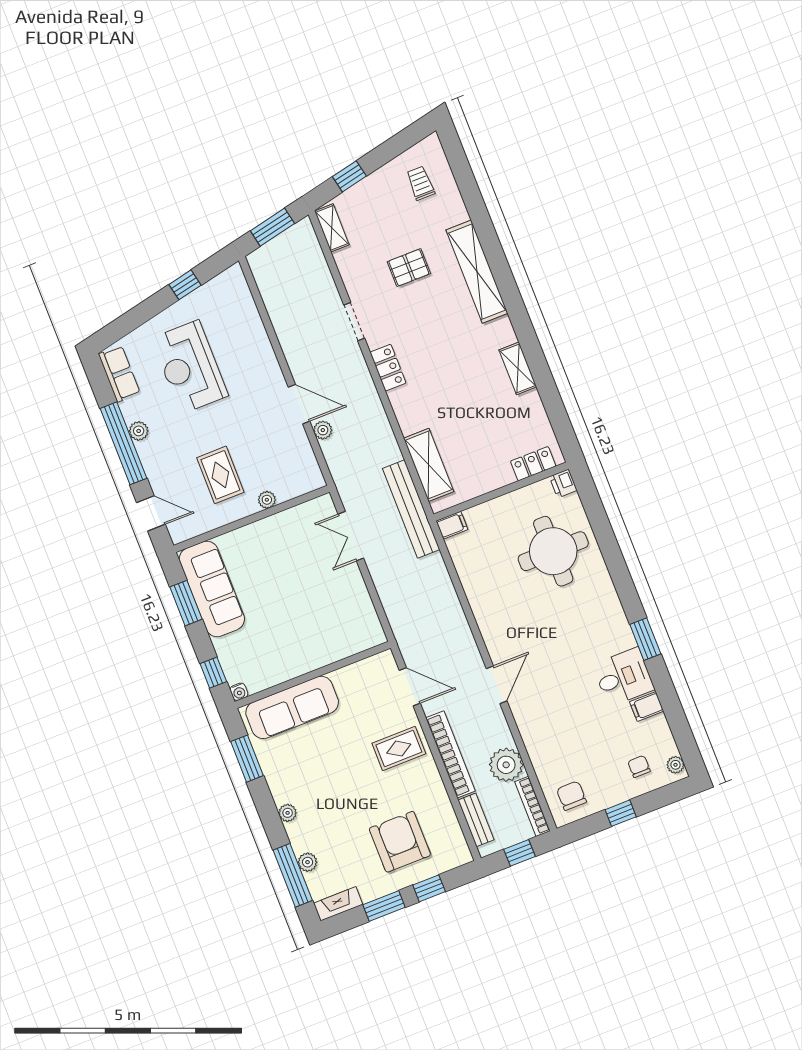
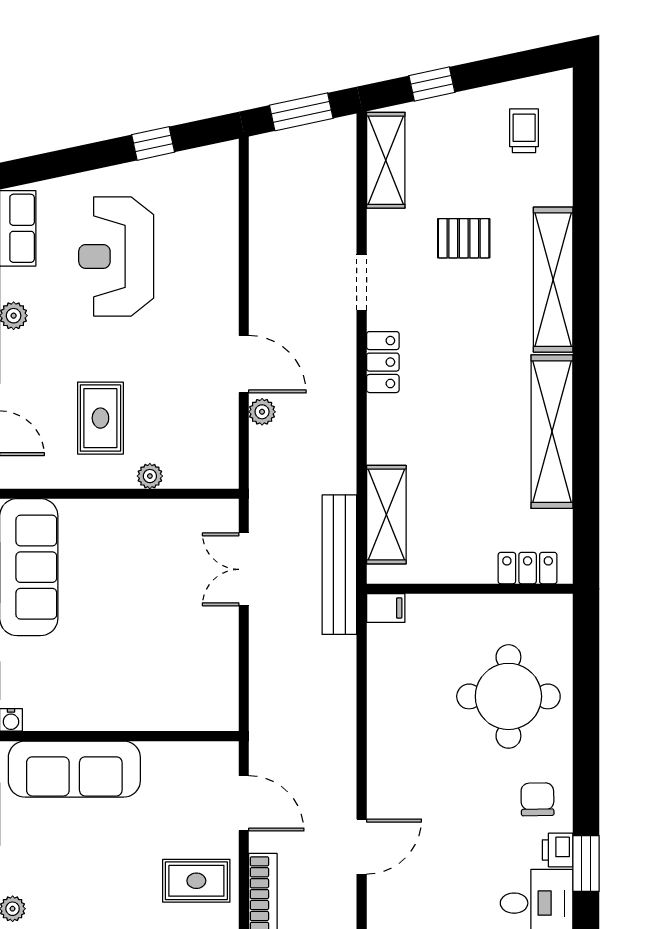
shelving: (332, 228) -> (386, 160), width x1.50, depth x1.33
shelving: (518, 368) -> (552, 432), width x2.20, depth x1.33
printer: (563, 483) -> (558, 850), moved
chair: (598, 610) -> (537, 799), added

